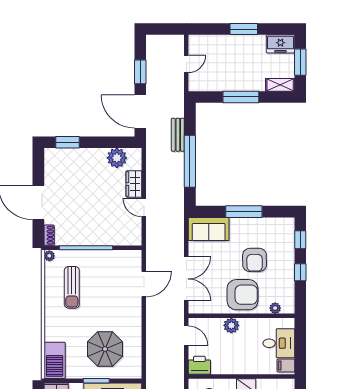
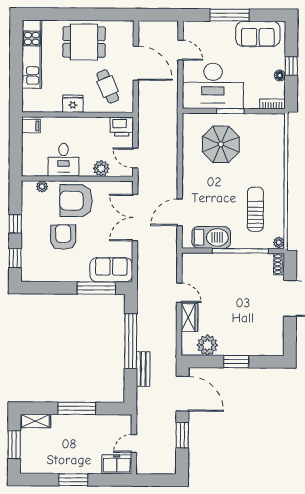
freezer: (280, 44) -> (117, 464), moved
window: (68, 142) -> (236, 362), moved
window: (244, 212) -> (96, 288), moved
plant: (231, 325) -> (101, 168), moved
desk: (279, 343) -> (63, 160), moved, turned -90
barbecue: (55, 360) -> (211, 237), moved, turned 90

